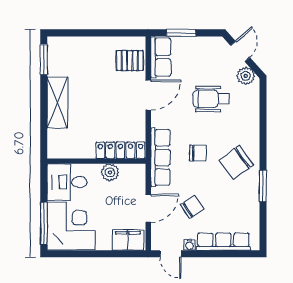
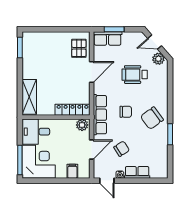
door: (240, 51) -> (155, 42), swing flipped
row of seats: (161, 57) -> (108, 38), moved, turned 90
pallet: (130, 61) -> (79, 48), turned 90
shelving: (57, 103) -> (29, 97), moved
plant: (110, 172) -> (82, 125), moved
filing cabinet: (128, 240) -> (72, 171), width x0.50
row of seats: (223, 242) -> (137, 172), width x0.68

